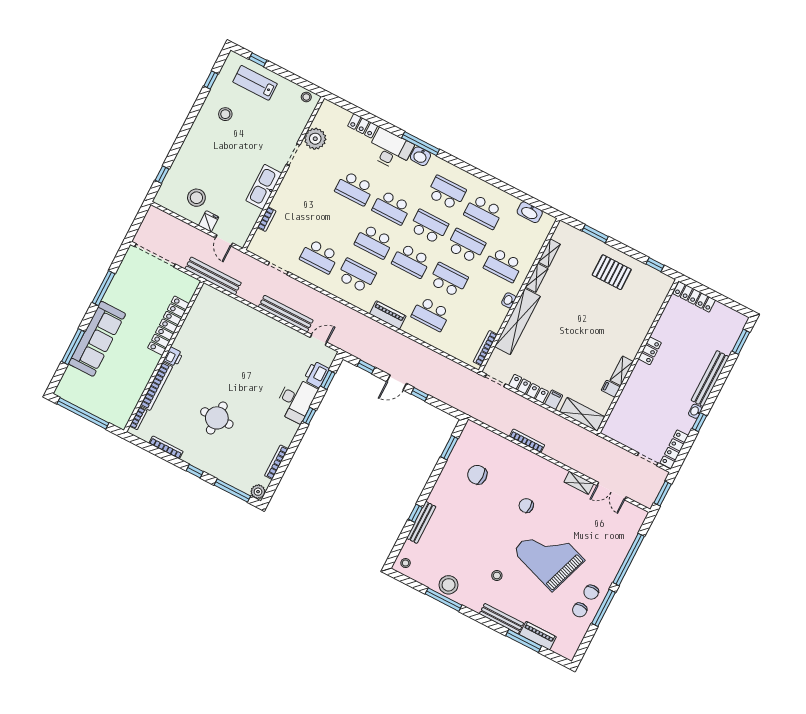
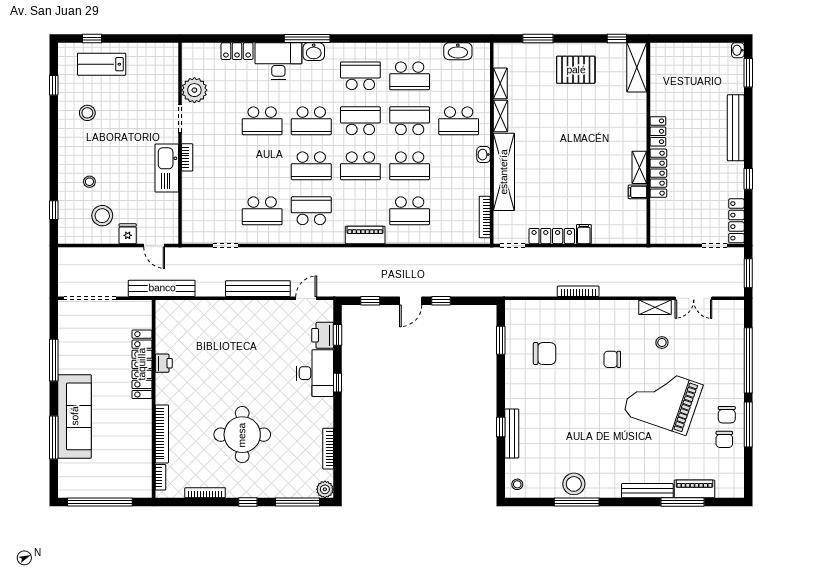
stool: (306, 97) -> (89, 182), moved
bookcase: (267, 219) -> (187, 157), moved
school desk: (448, 280) -> (410, 166), turned 180
locker: (694, 297) -> (658, 173), moved, turned -90
printer: (173, 357) -> (164, 363), moved
washbasin: (695, 411) -> (738, 50), moved
shelving: (582, 414) -> (637, 67), moved, turned 90
round table: (217, 418) -> (242, 435), width x1.36, depth x1.36
chair: (477, 475) -> (545, 354), turned 180
stool: (497, 575) -> (662, 343), moved

